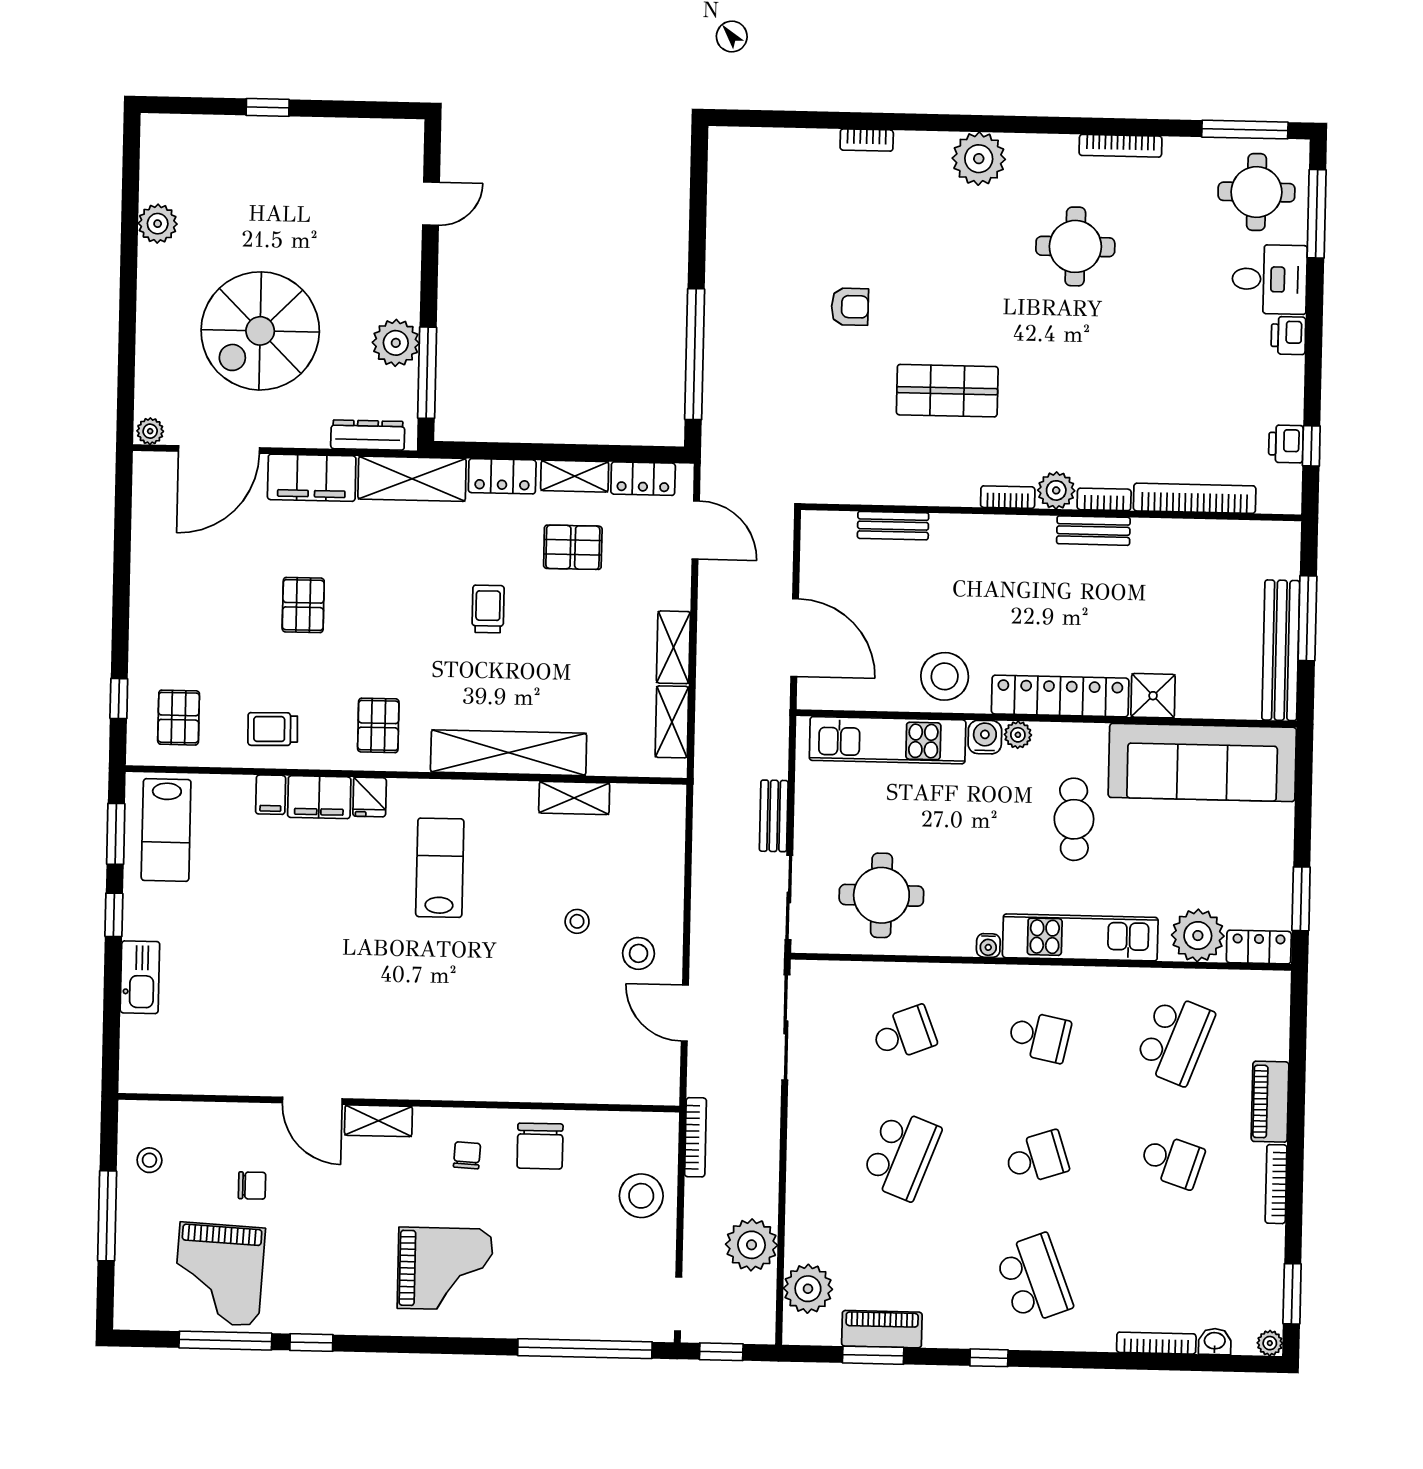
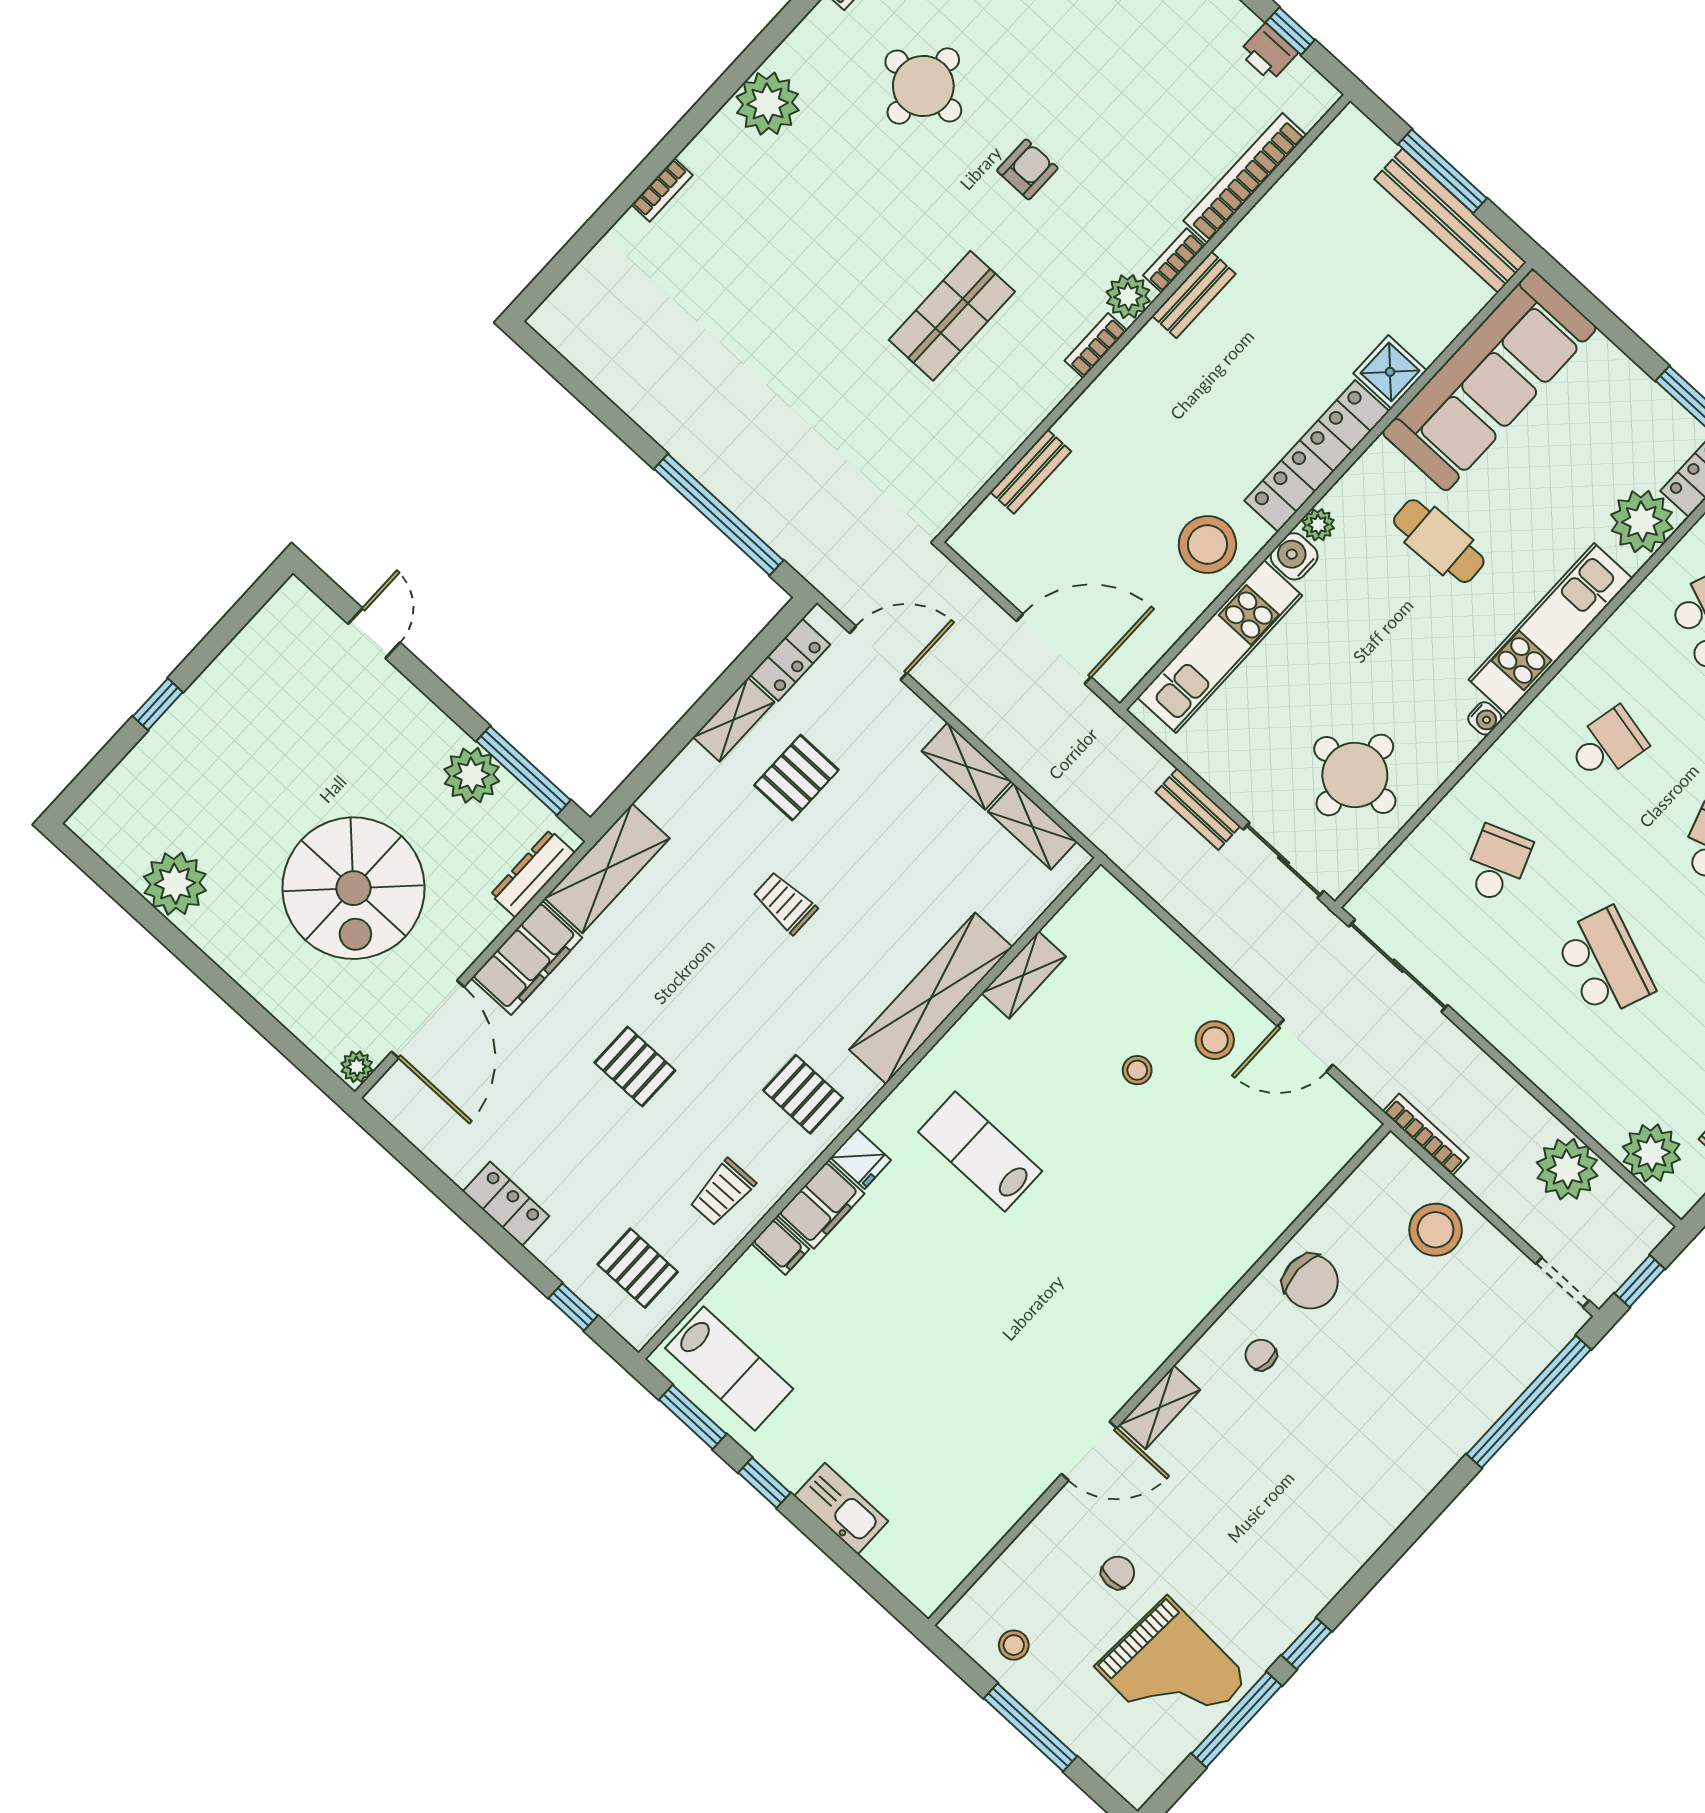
plant: (158, 224) -> (175, 884), width x1.36, depth x1.36
armchair: (850, 307) -> (1027, 169), moved
locker: (502, 476) -> (506, 1204), moved, turned -90
grand piano: (445, 1269) -> (1346, 1465), removed

